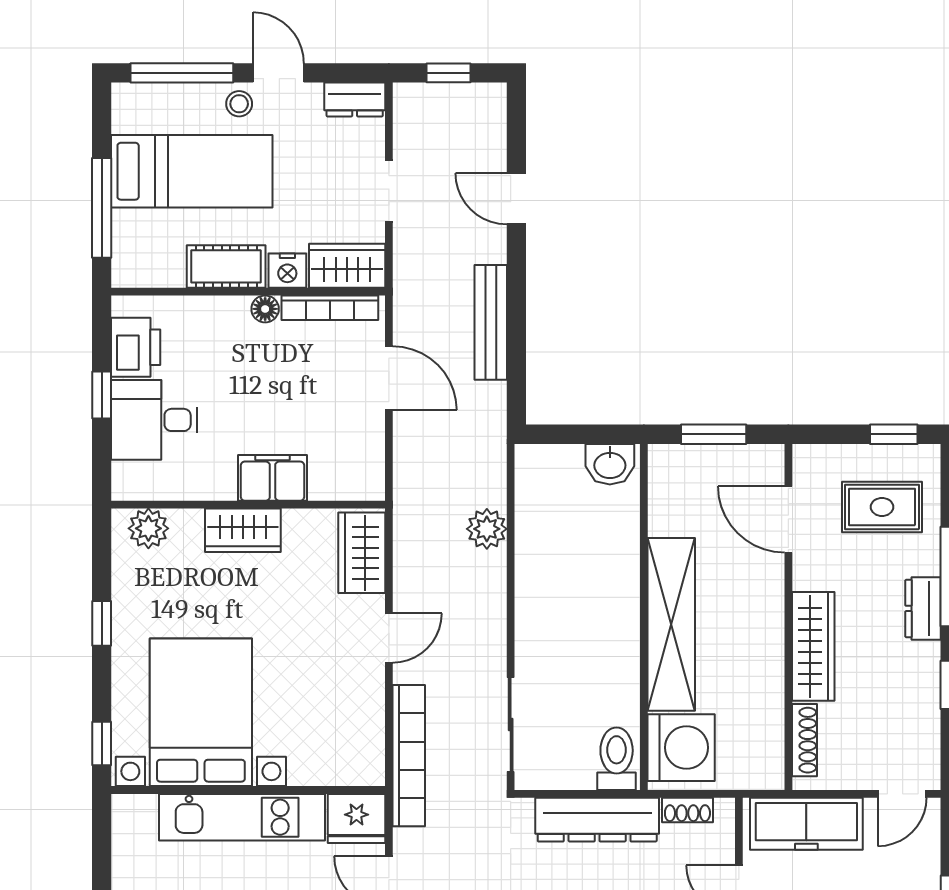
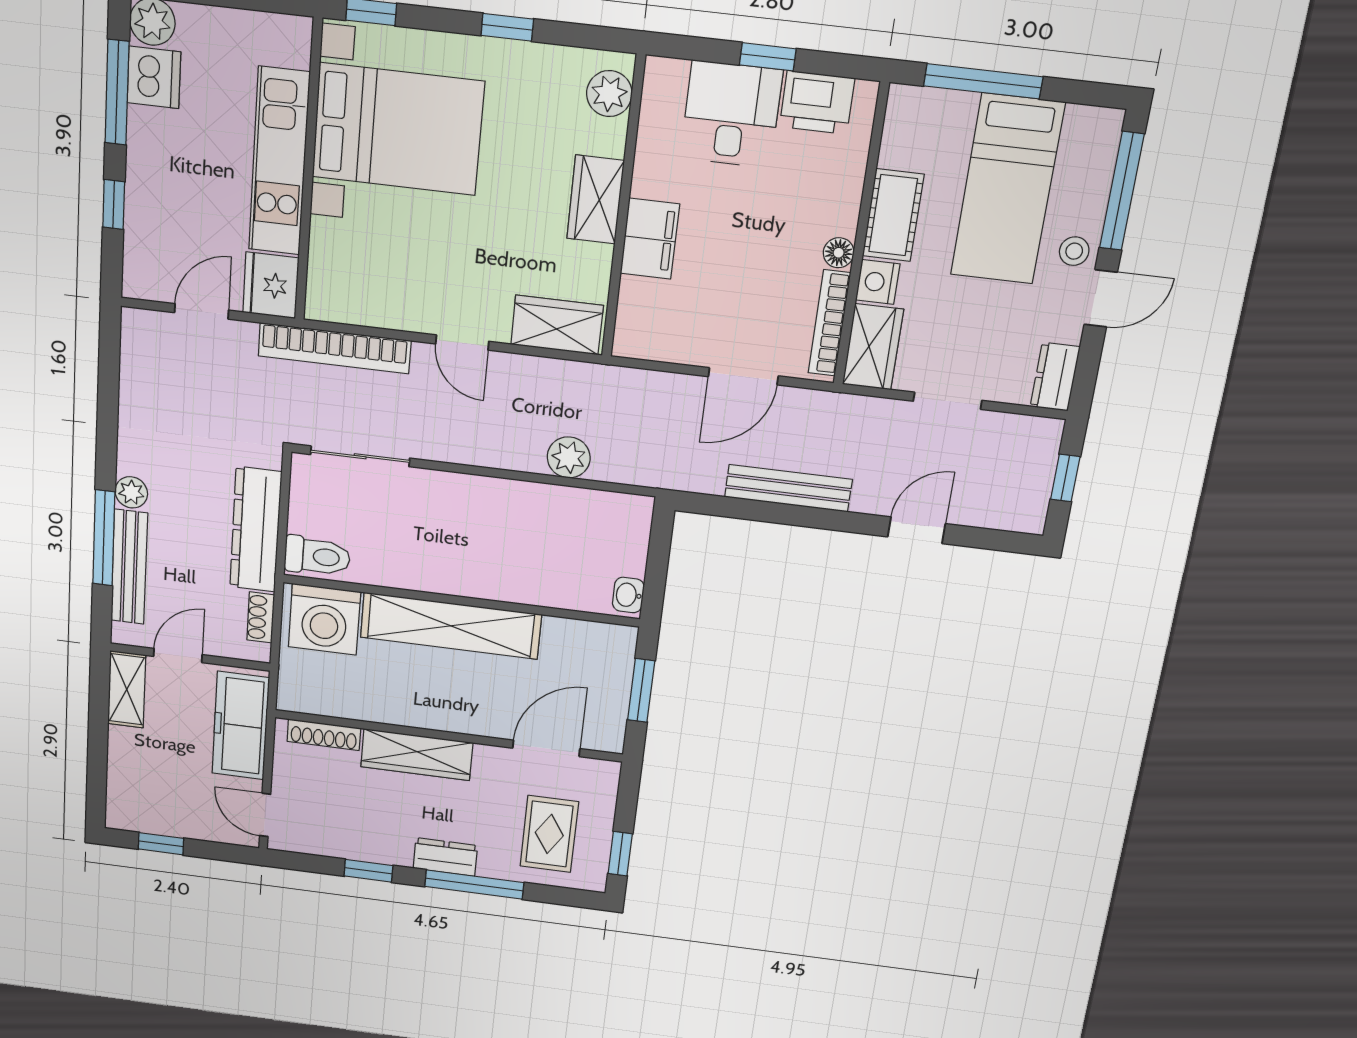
washbasin: (610, 464) -> (628, 595), width x0.72, depth x0.69

